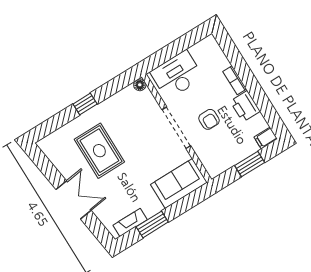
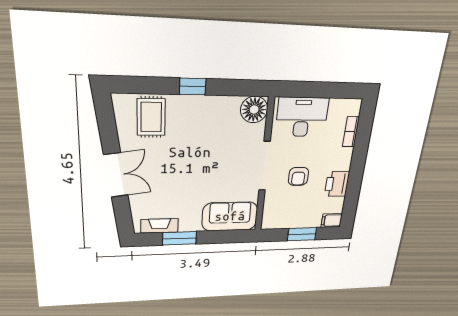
bookcase: (235, 80) -> (351, 132), moved
floor lamp: (140, 85) -> (254, 110), width x1.89, depth x1.89
rug: (99, 151) -> (151, 117), moved, width x0.73, depth x0.70

